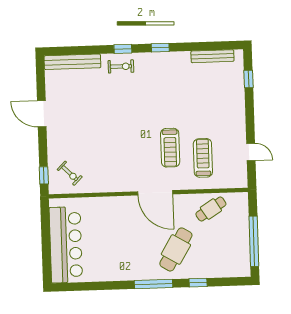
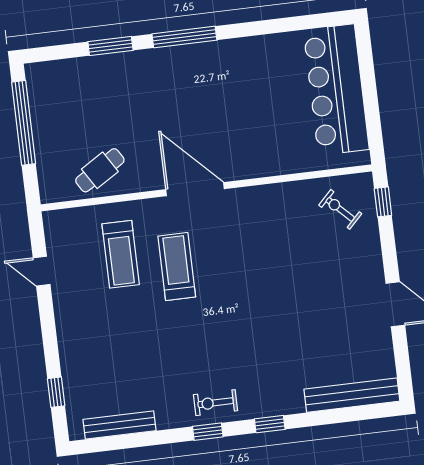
exercise bike: (121, 66) -> (216, 403), moved
cafe table: (176, 249) -> (152, 98), removed
window: (198, 283) -> (110, 46), width x1.50

